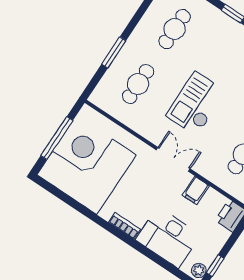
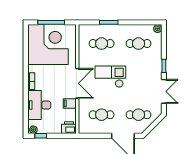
double door: (173, 159) -> (77, 83), width x1.37

